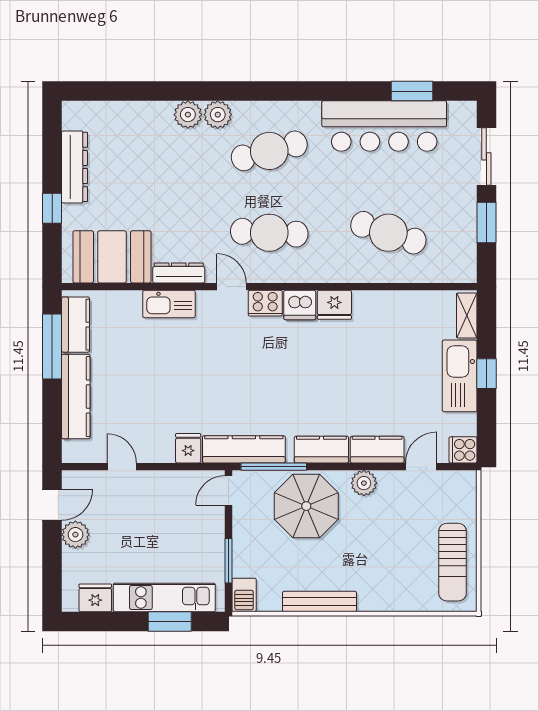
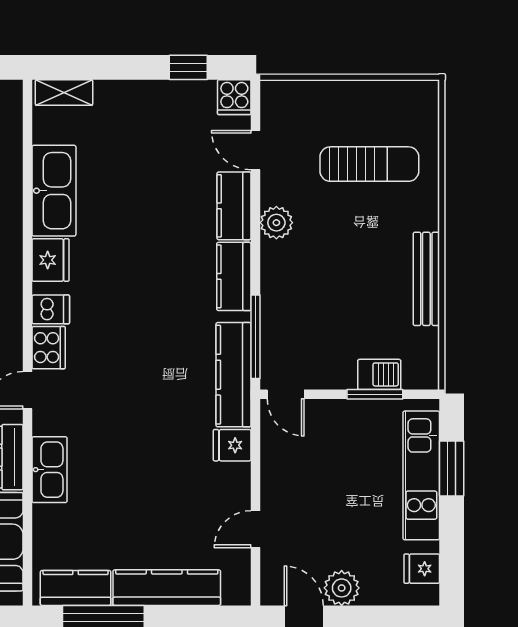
dishwasher: (300, 305) -> (51, 309), width x0.73
window: (486, 374) -> (188, 67), moved
kitchen sink: (460, 376) -> (54, 191), moved, turned -90
parasol: (306, 506) -> (306, 296), removed
sun lounger: (452, 562) -> (369, 164), moved
barbecue: (244, 595) -> (379, 374), moved
fridge: (95, 598) -> (422, 569), width x0.72

